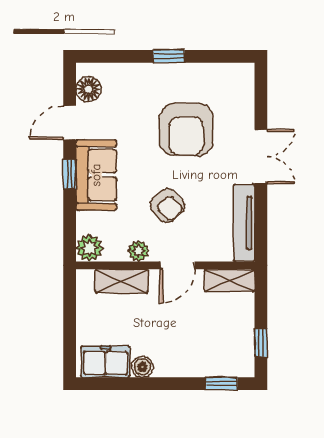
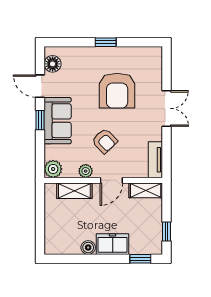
door: (70, 123) -> (40, 86), hinge flipped
tv unit: (244, 223) -> (155, 160), width x0.71
freezer: (106, 362) -> (113, 244), moved

